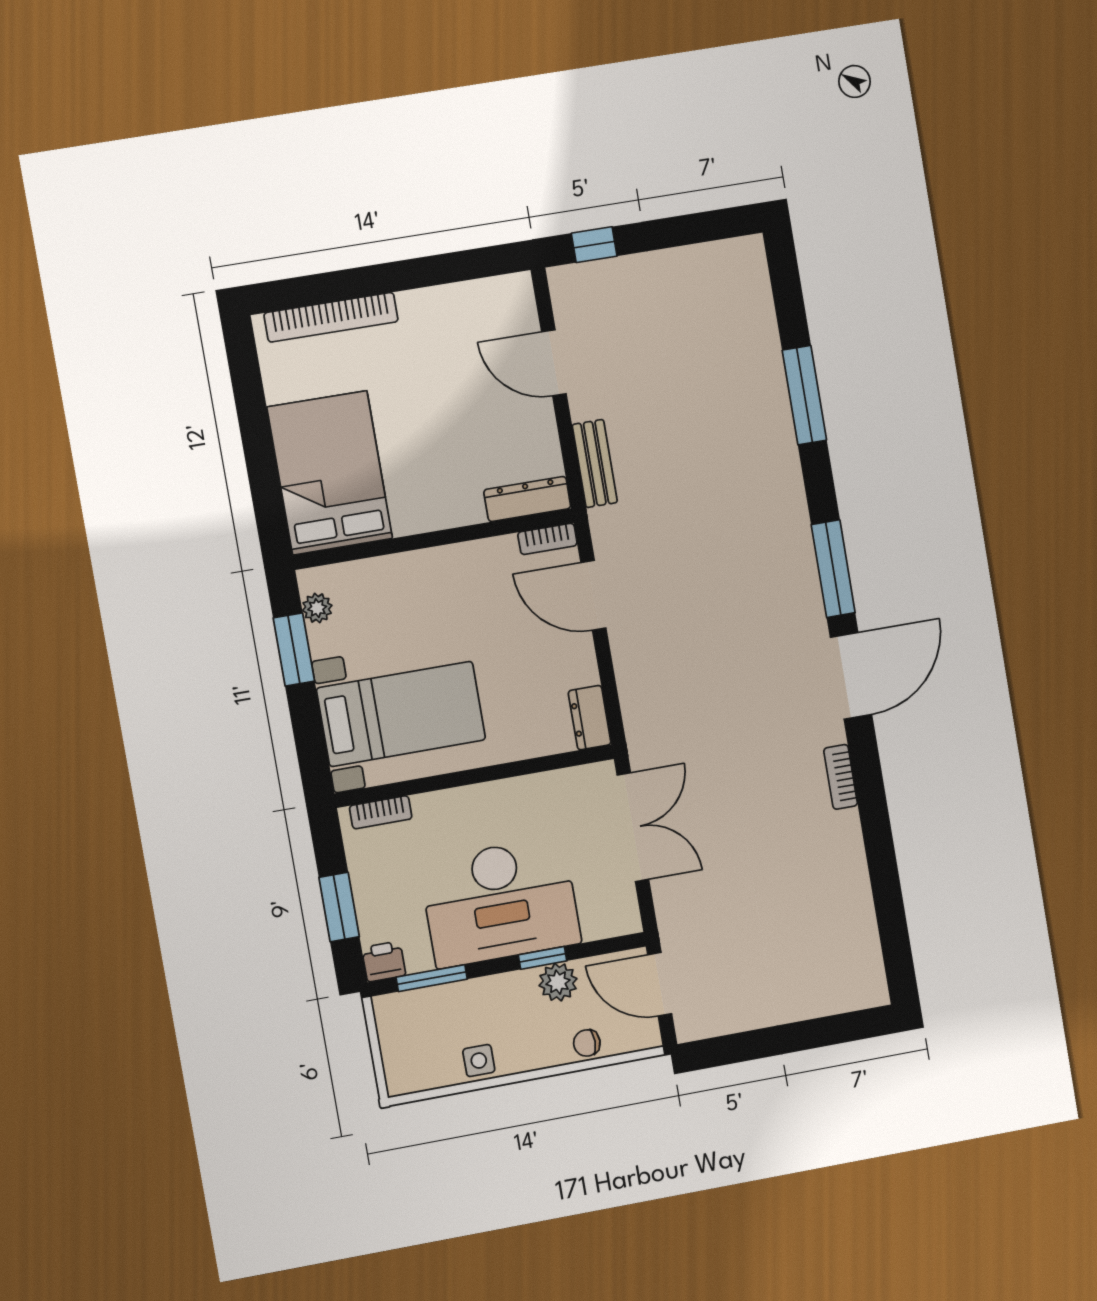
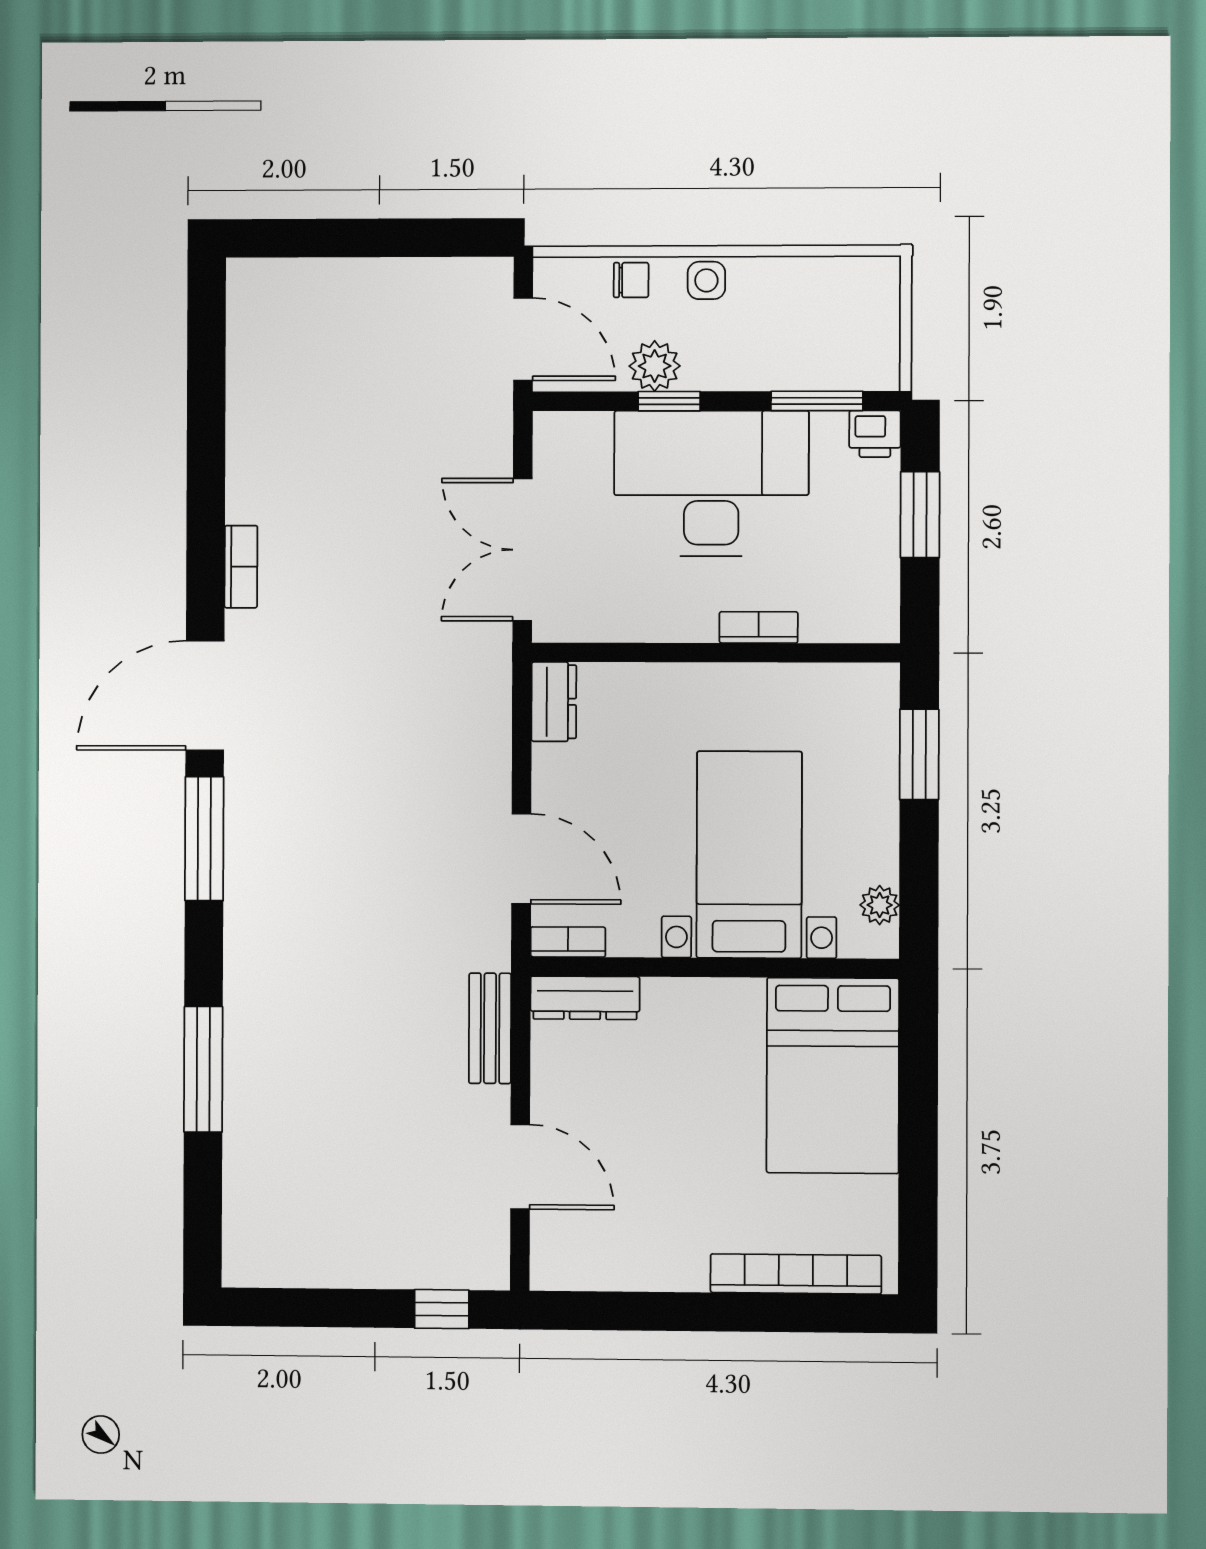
window: (294, 650) -> (919, 754), moved
bed with nightstands: (401, 714) -> (749, 855), moved, turned 90
bookcase: (381, 812) -> (759, 627), moved
side table: (479, 1061) -> (706, 280), moved

